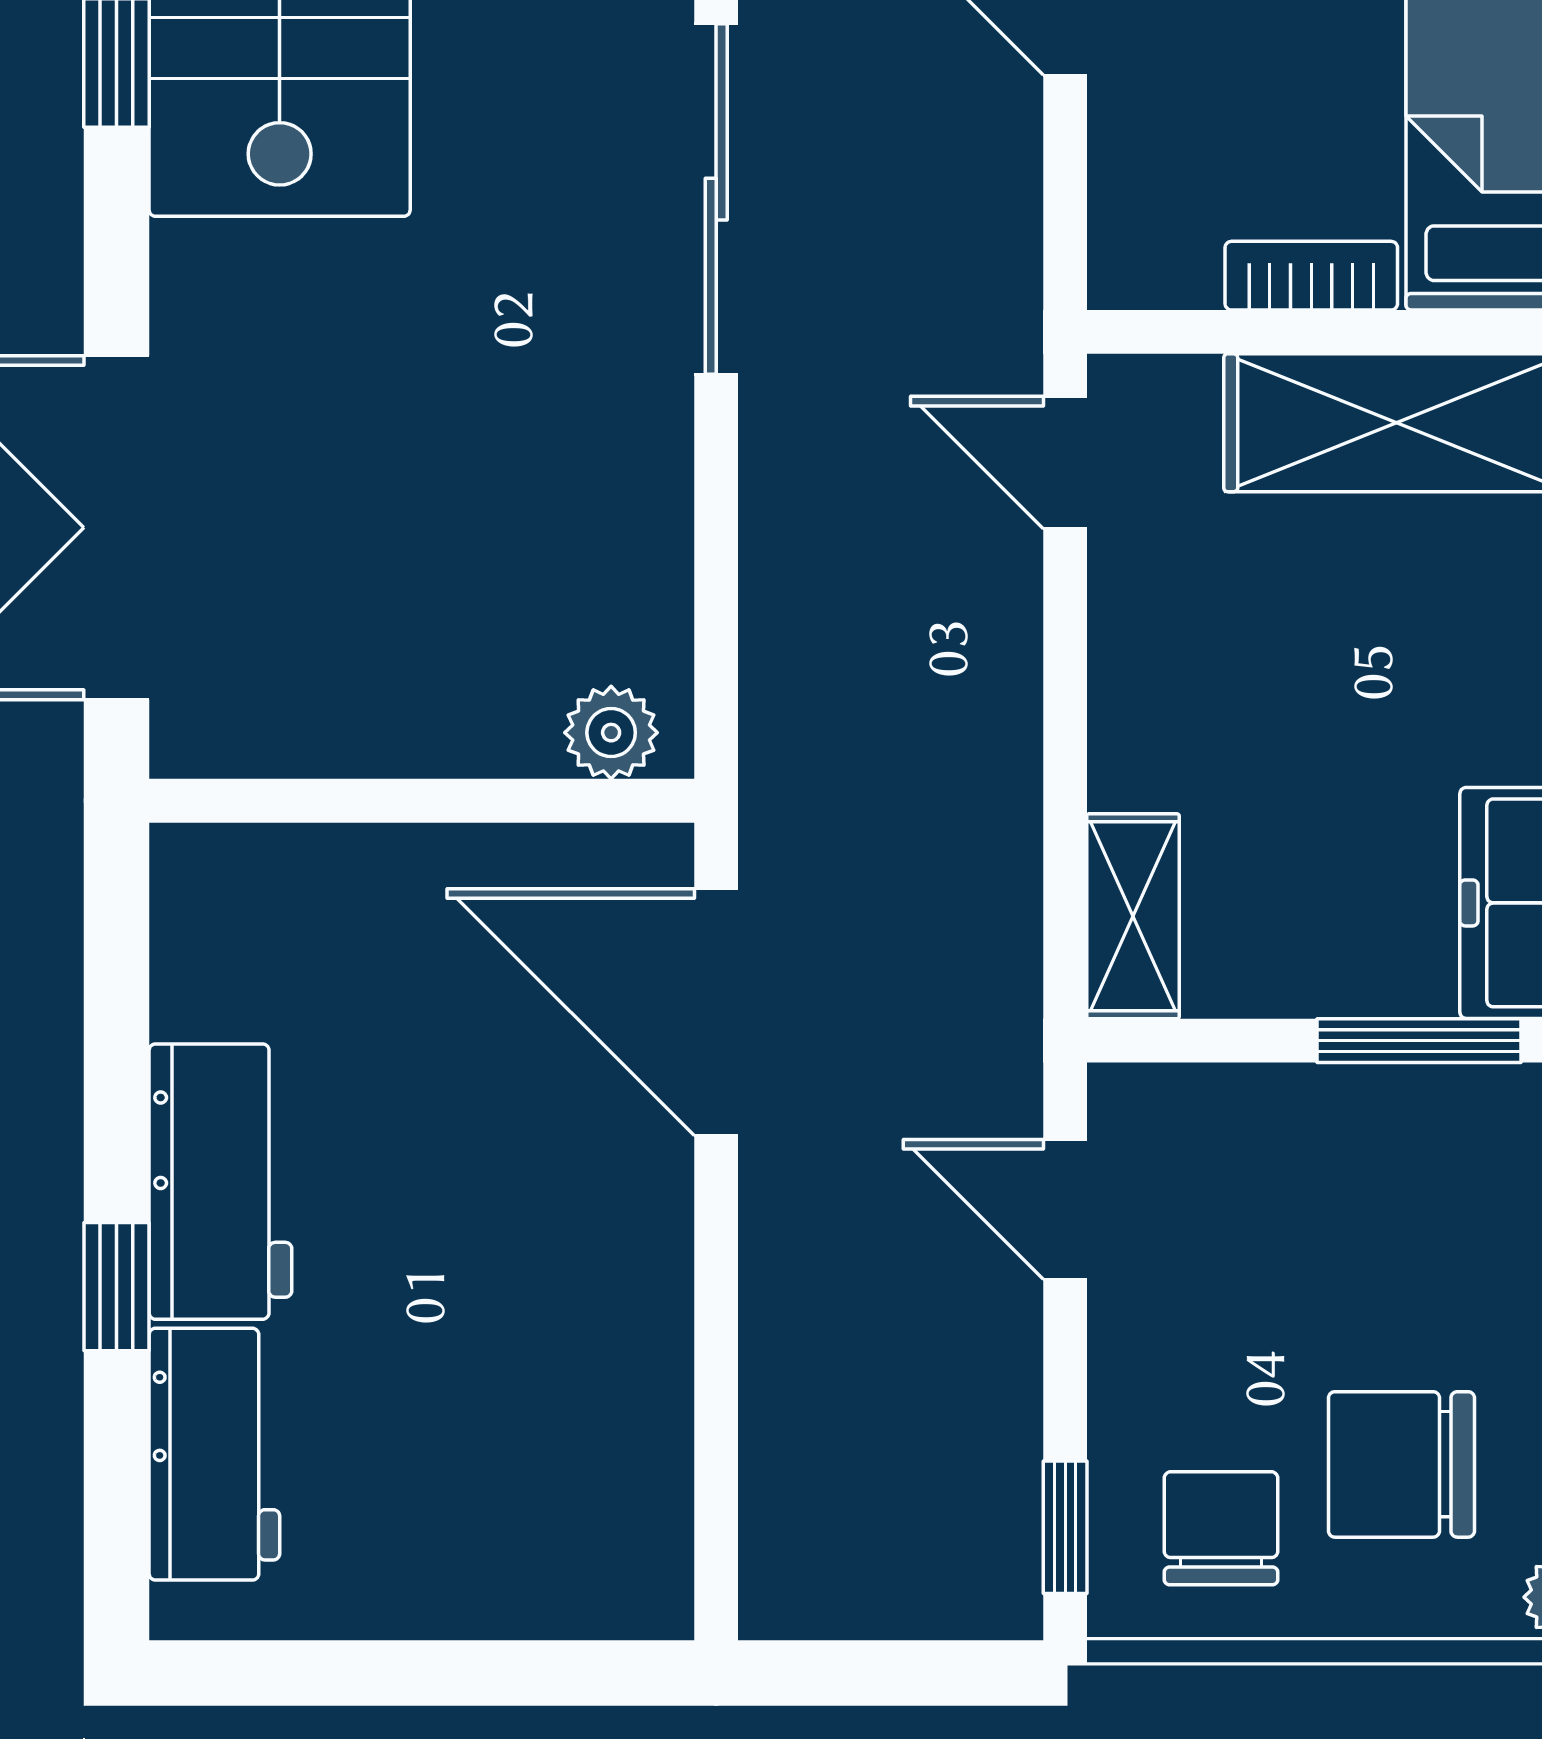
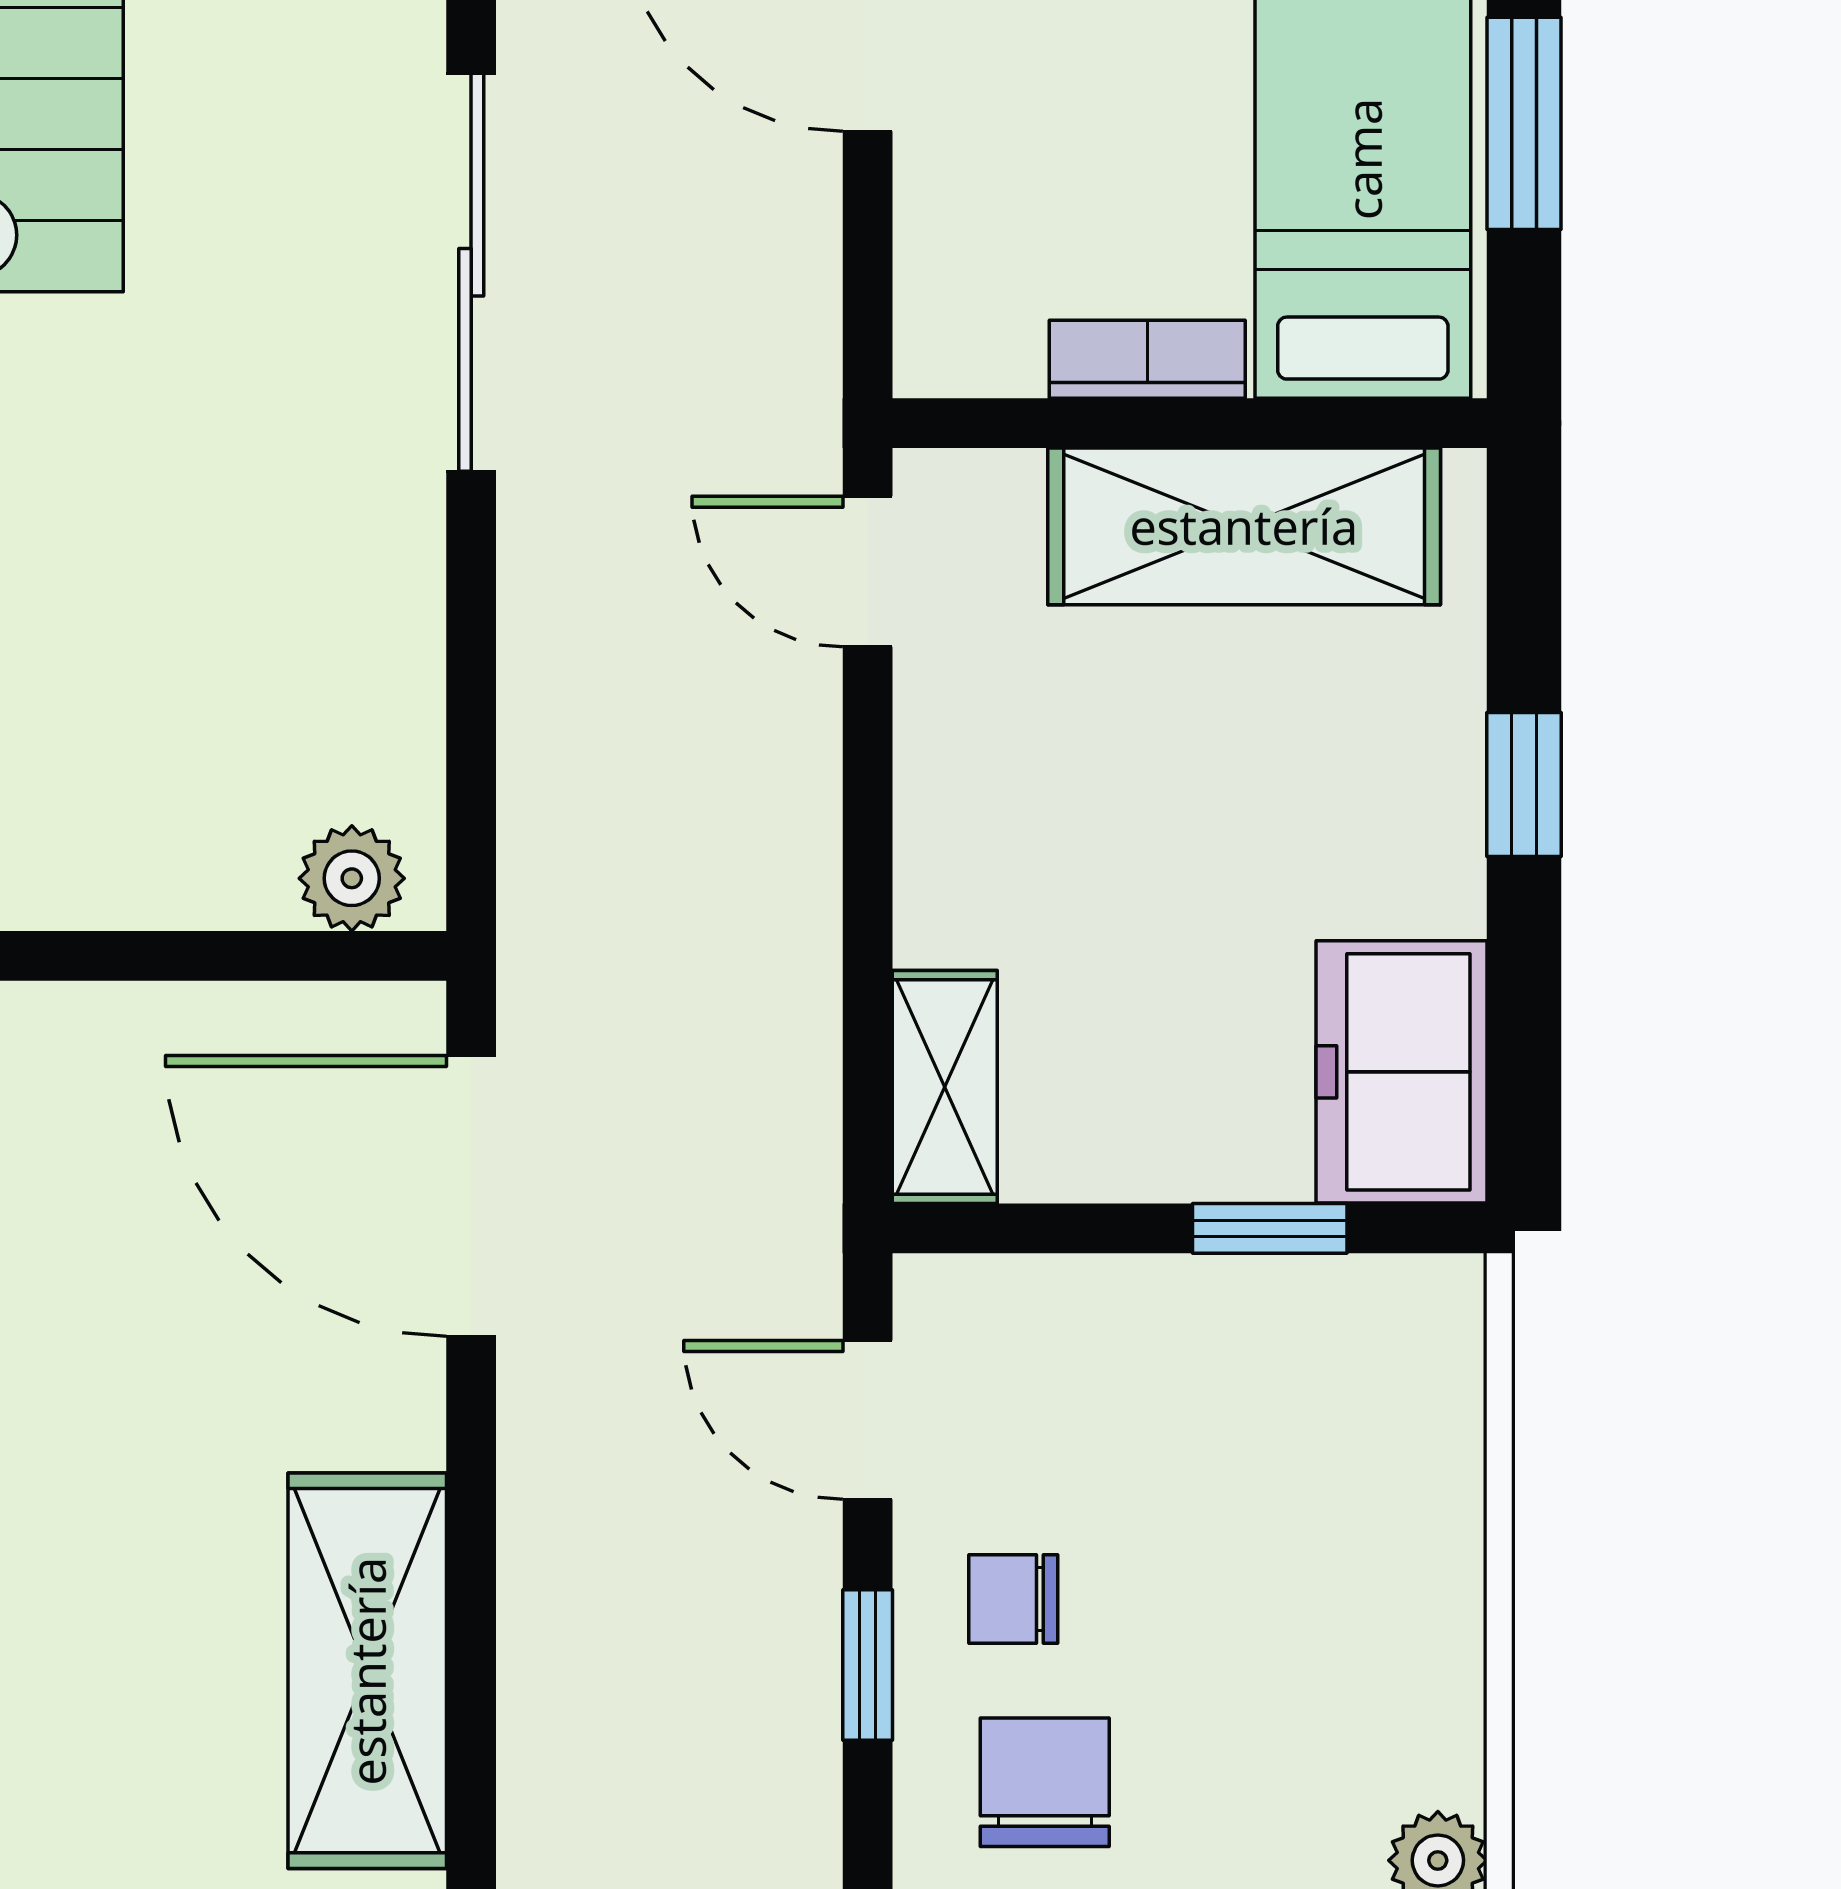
window: (1419, 1041) -> (1270, 1228), width x0.67
shelving: (625, 1430) -> (367, 1671), added
chair: (1401, 1464) -> (1013, 1599), moved, width x0.54, depth x0.54
window: (1065, 1527) -> (868, 1665), moved

